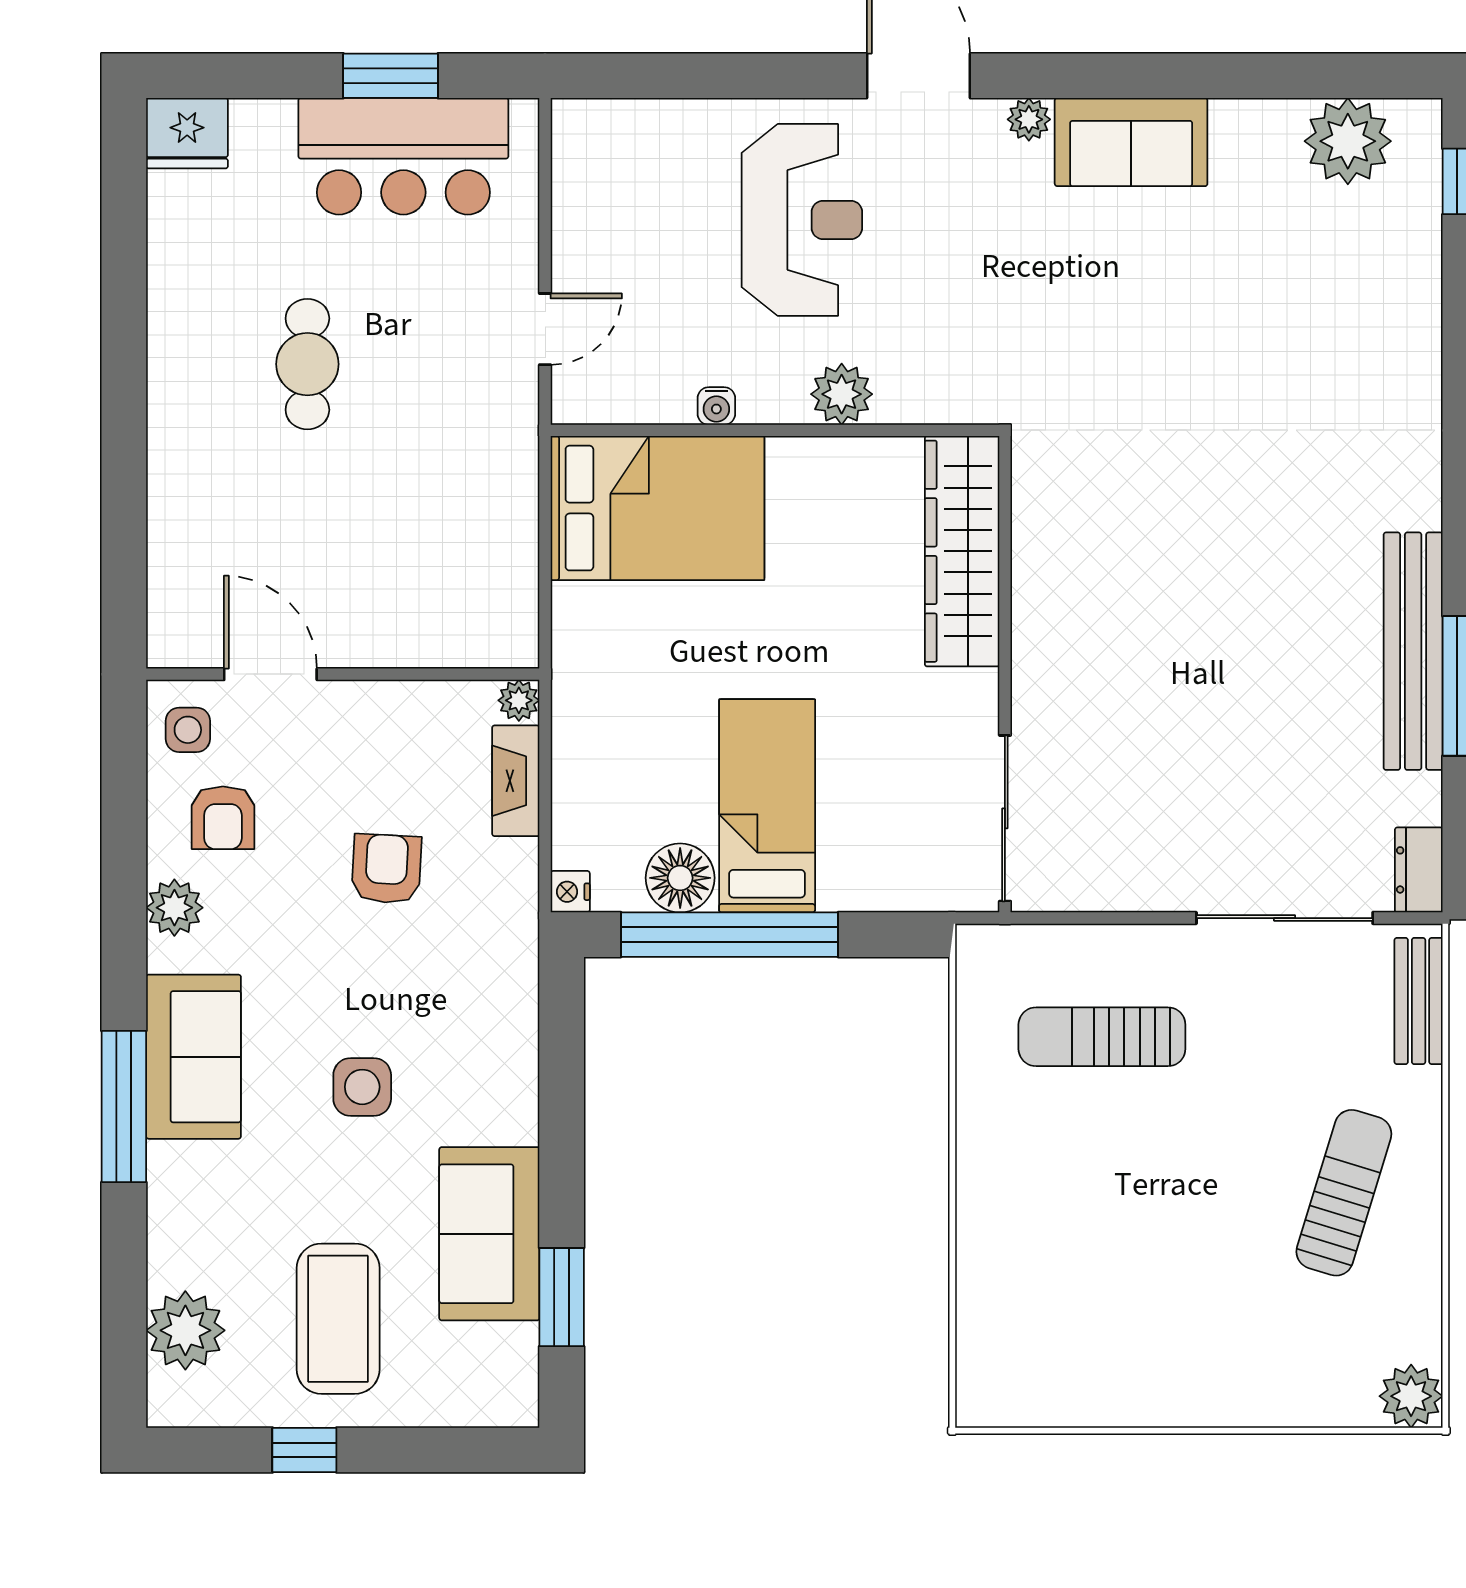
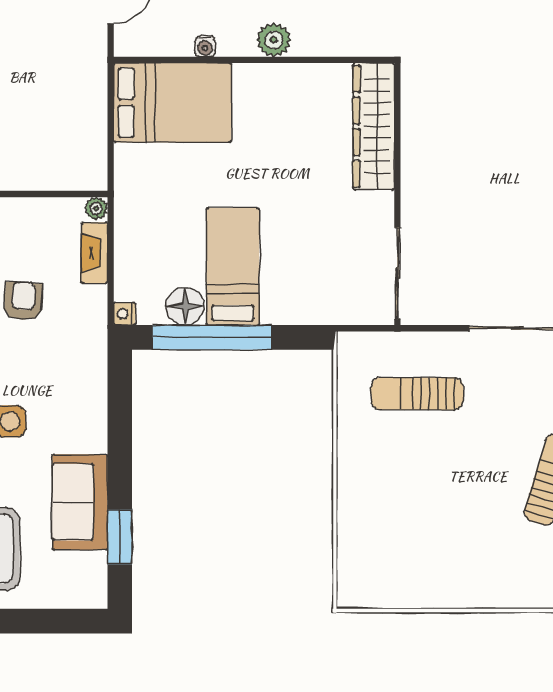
wardrobe: (962, 551) -> (374, 126), moved
wall: (1005, 674) -> (397, 194), moved
sliding door: (1005, 818) -> (397, 273), moved

